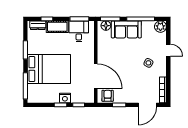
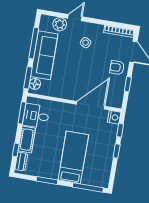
plant: (160, 27) -> (60, 24), moved
sofa: (126, 29) -> (44, 55), width x1.36
bed: (49, 69) -> (73, 157), width x0.67
armchair: (108, 96) -> (117, 68), moved
nightstand: (65, 98) -> (114, 117), moved

